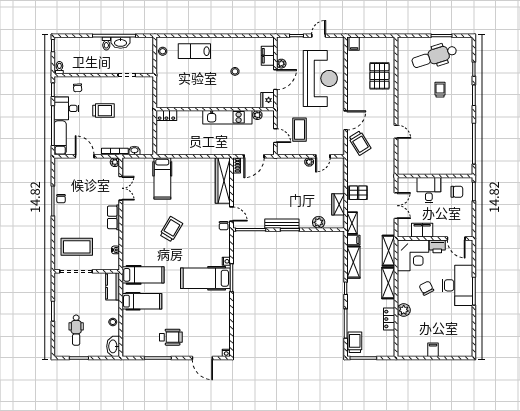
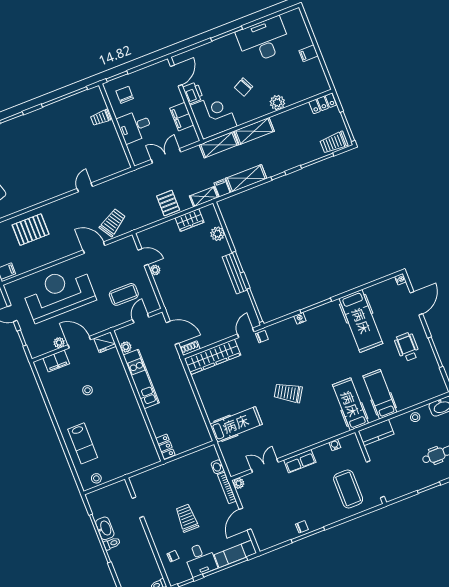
trolley: (440, 90) -> (101, 118), moved
hospital bed: (205, 278) -> (361, 321), moved
desk: (457, 285) -> (263, 40), moved
locker: (389, 319) -> (323, 103), moved

